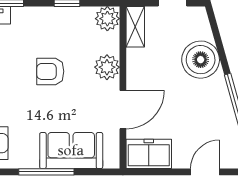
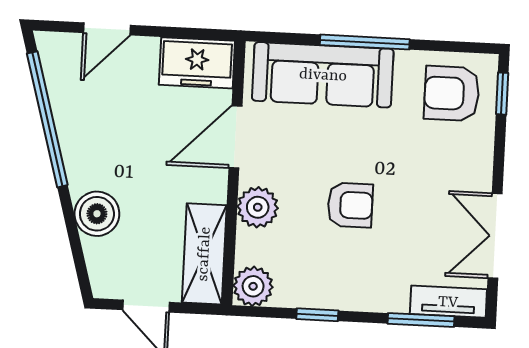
shelving: (135, 27) -> (204, 254), width x1.50, depth x1.33
boiler: (201, 60) -> (97, 214), width x0.73, depth x0.73
sofa: (71, 151) -> (323, 75), width x1.36

